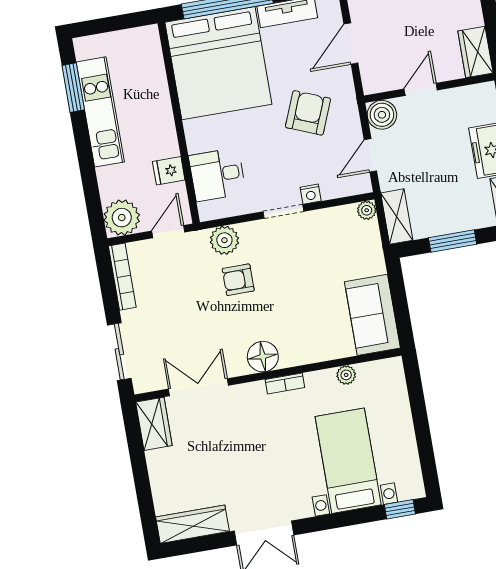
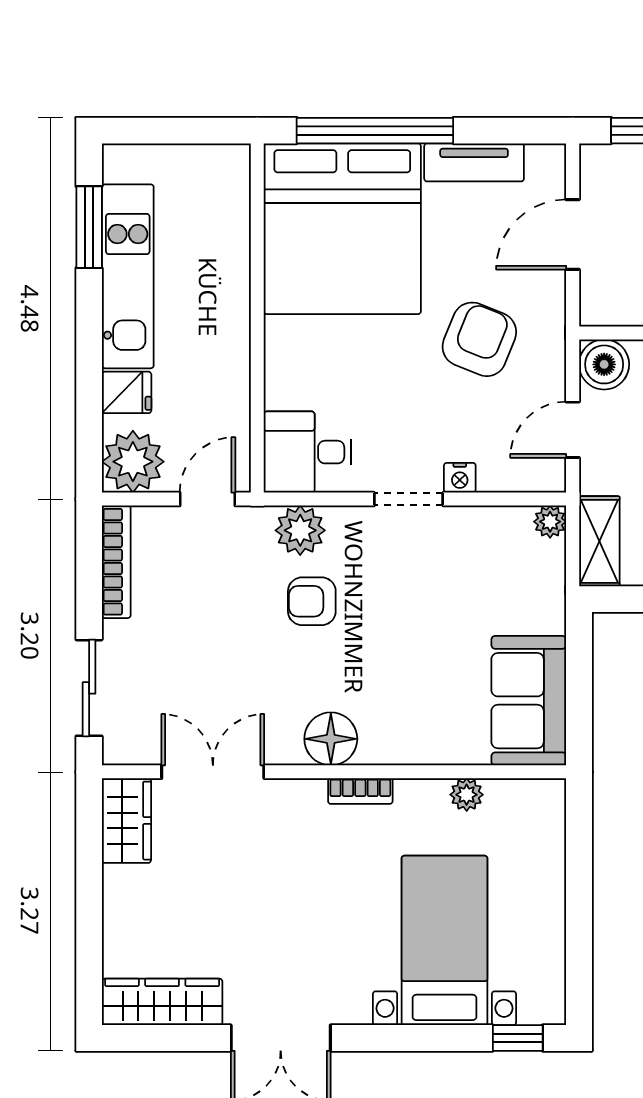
fridge: (169, 171) -> (127, 392), moved, turned 180
desk: (217, 175) -> (308, 452), moved

